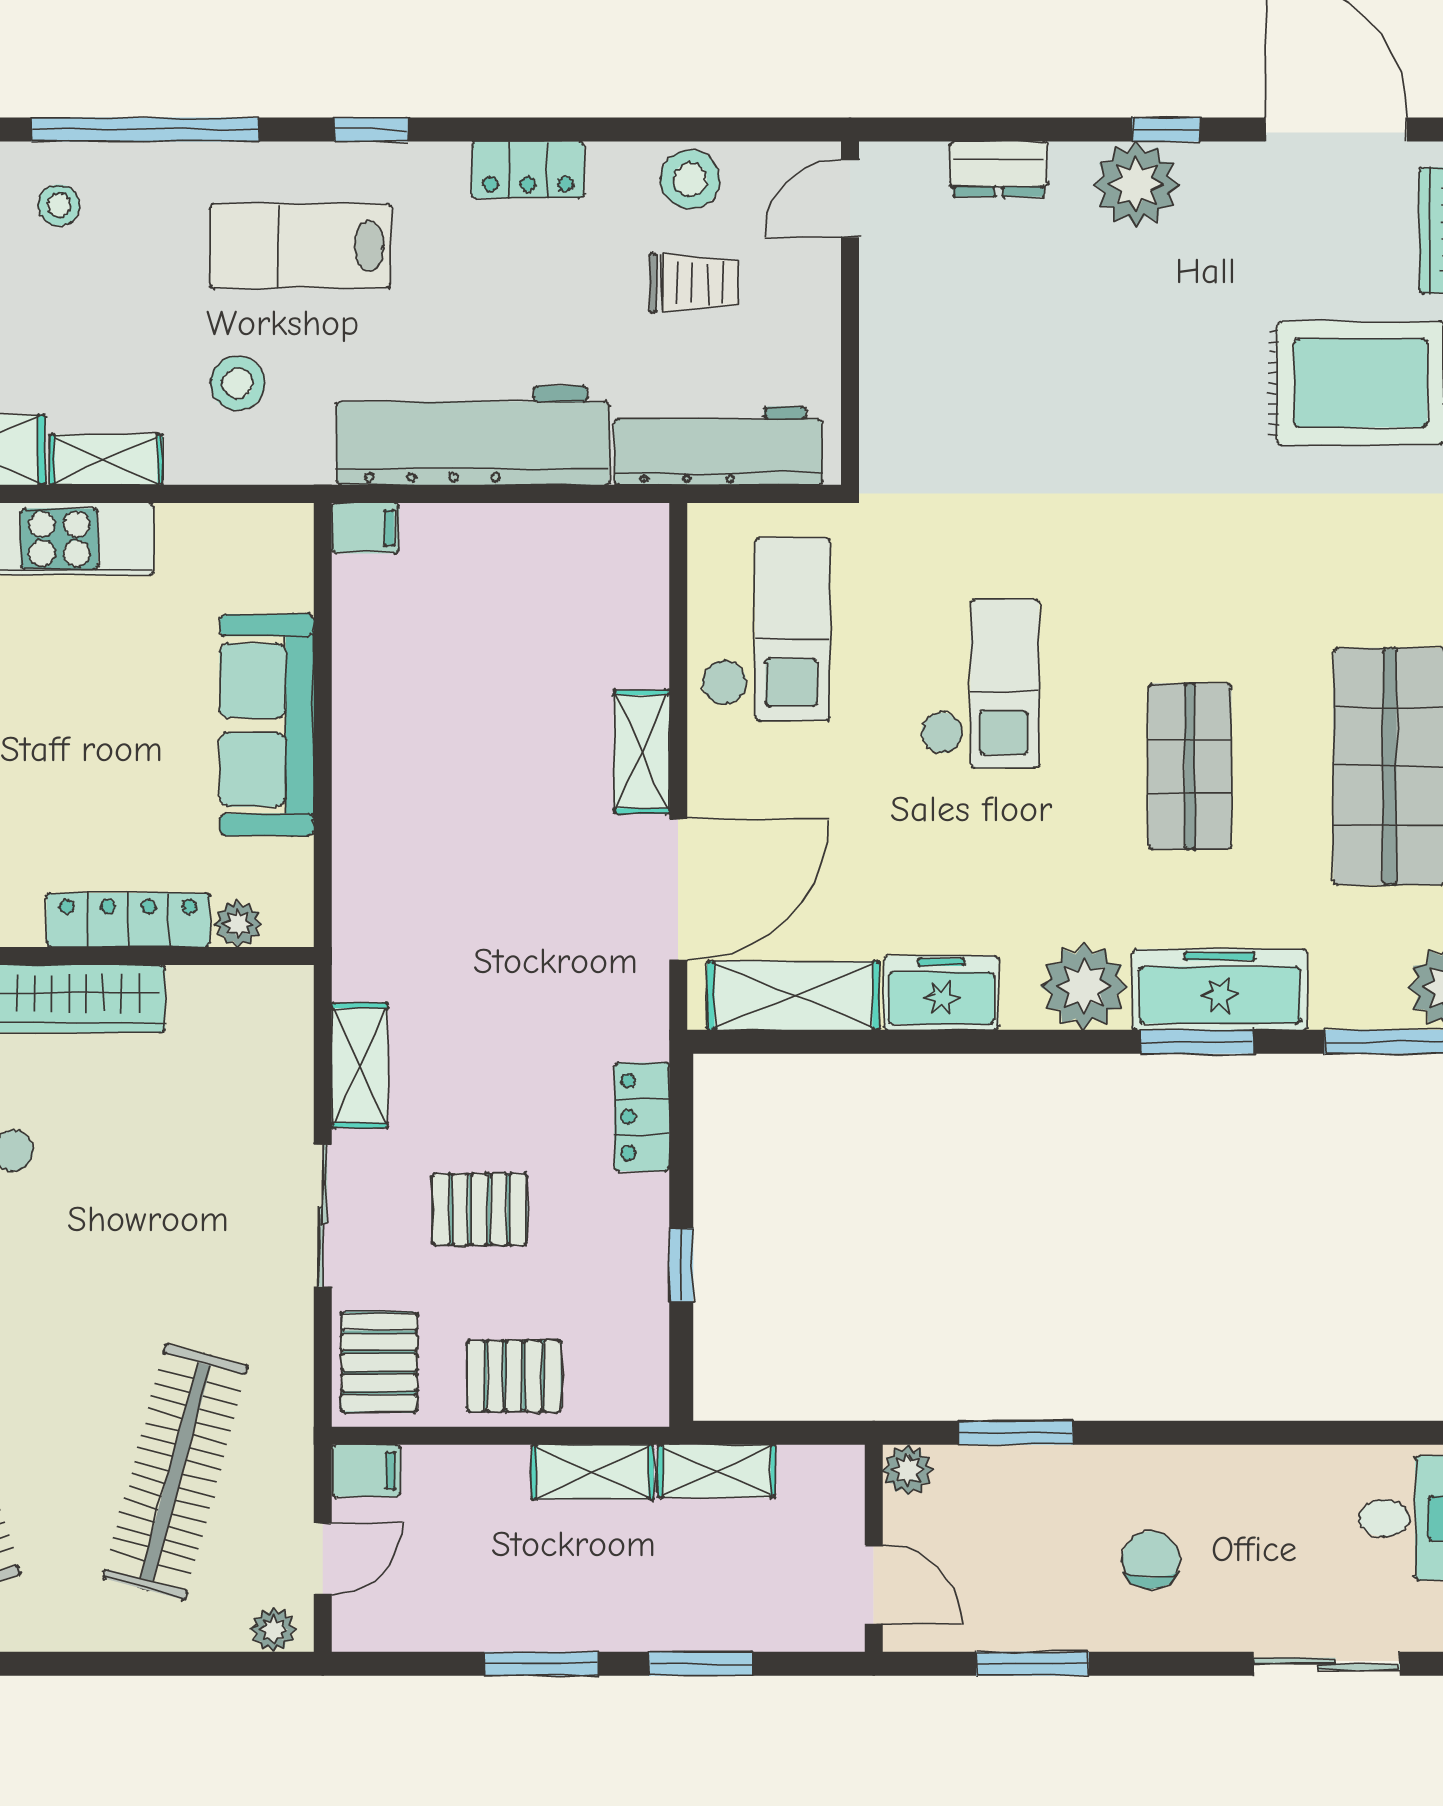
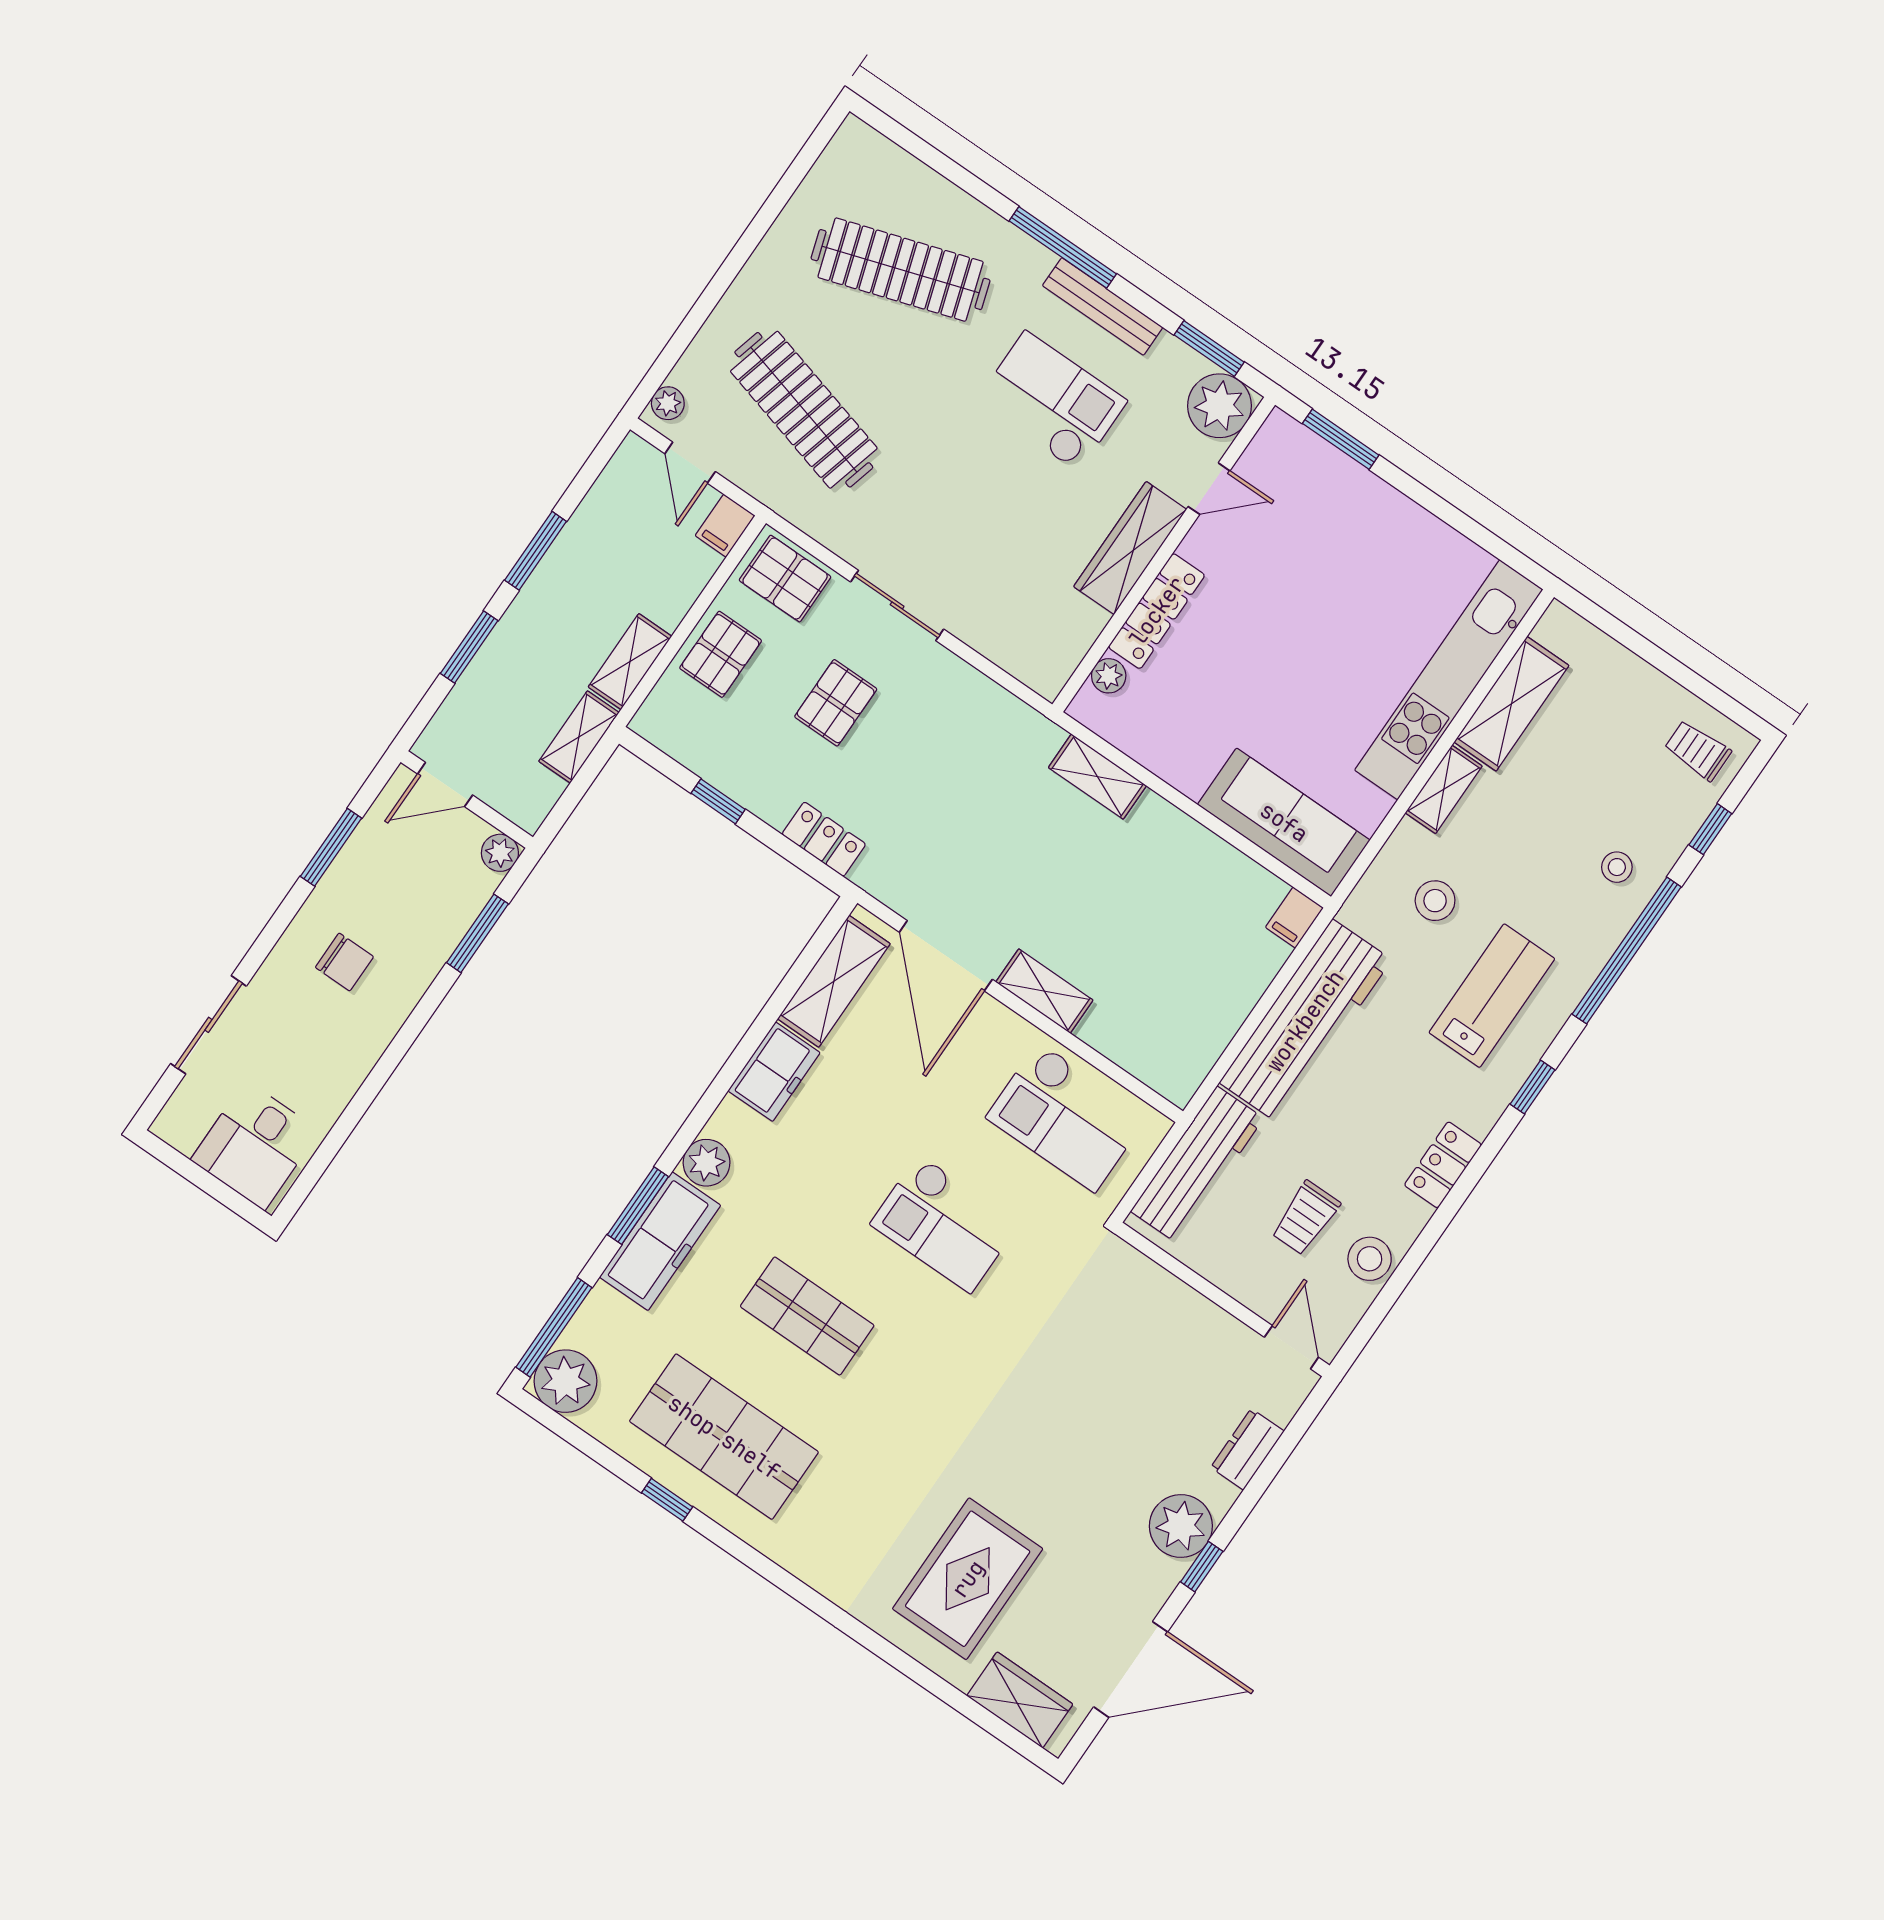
sofa: (267, 725) -> (1284, 822), moved
plant: (1084, 987) -> (707, 1163), width x0.73, depth x0.73
shelving: (360, 1065) -> (1097, 777), moved

